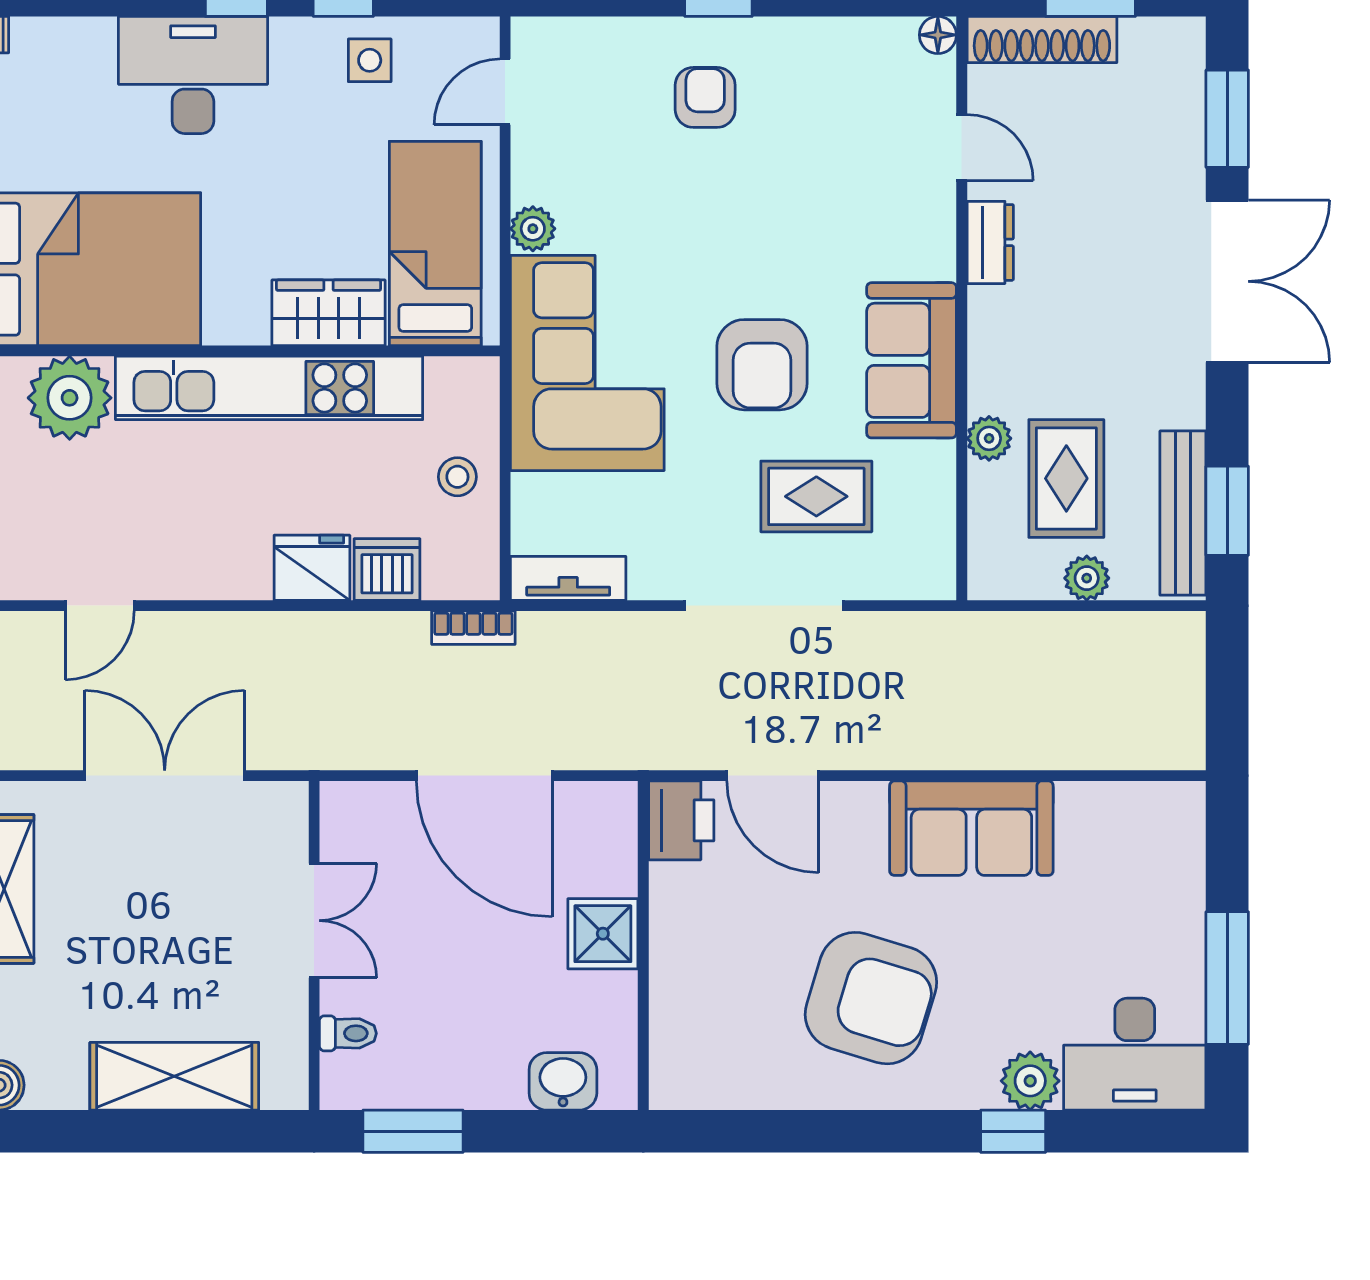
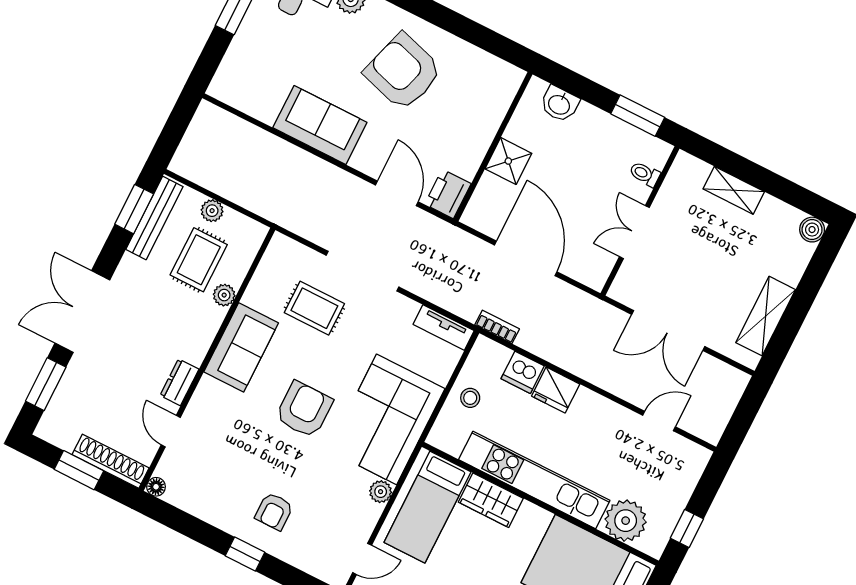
armchair: (762, 365) -> (304, 409), moved
shelving: (174, 1076) -> (734, 190), width x0.67, depth x0.75

